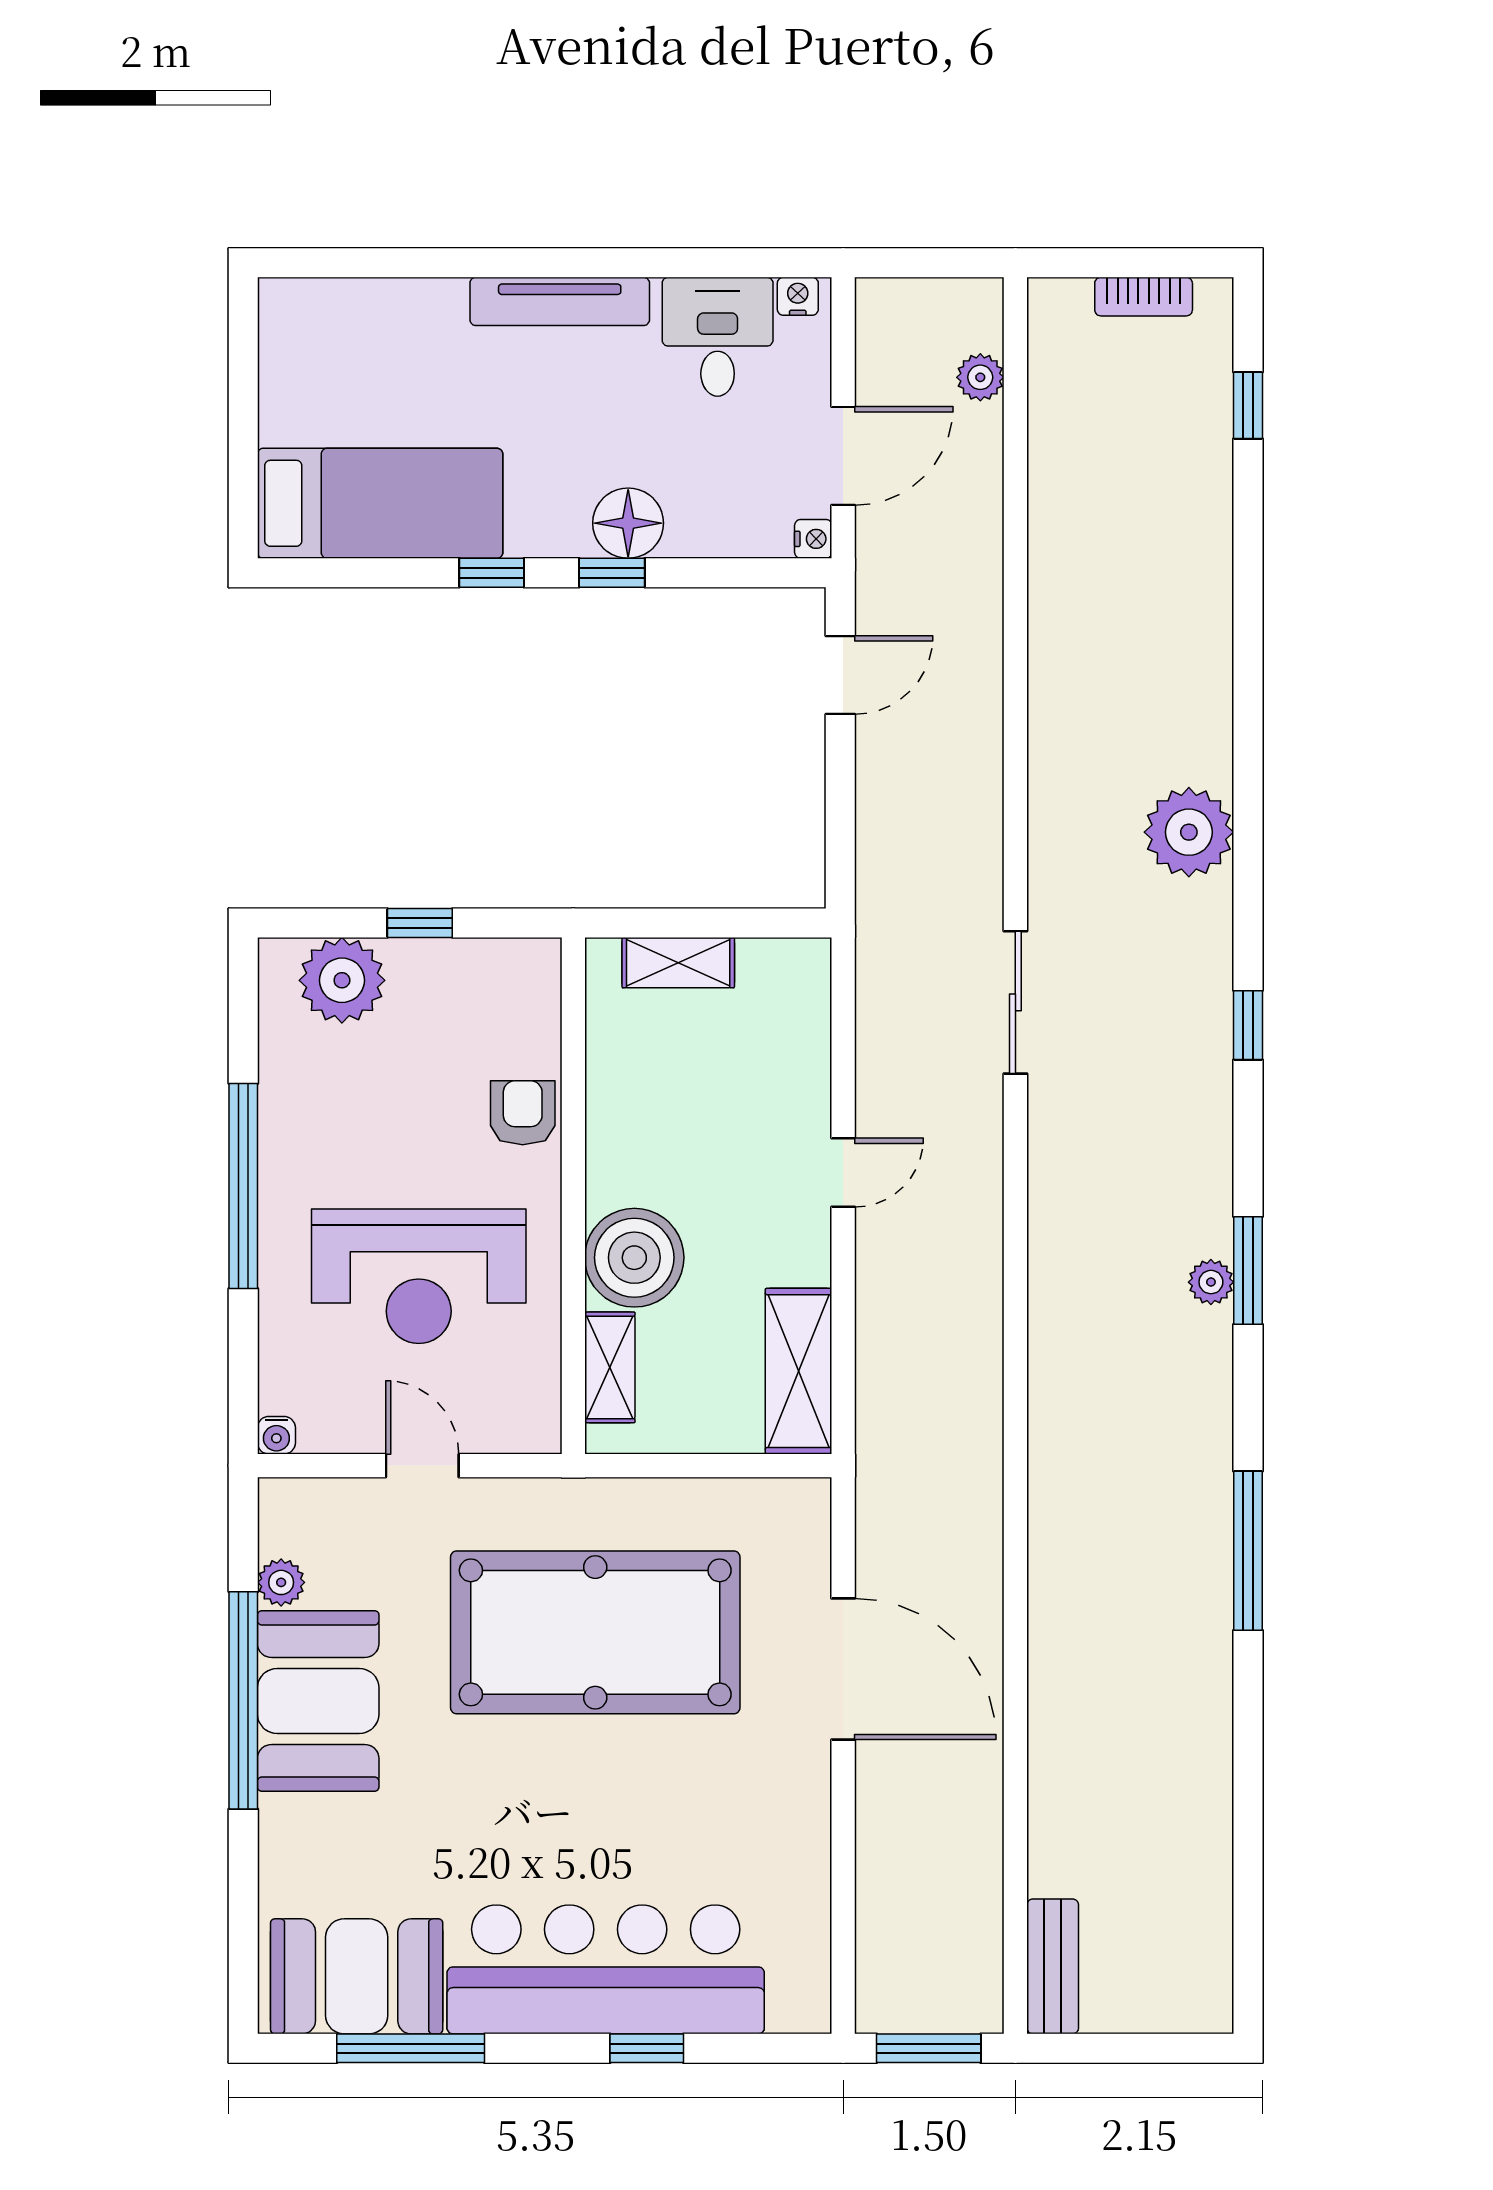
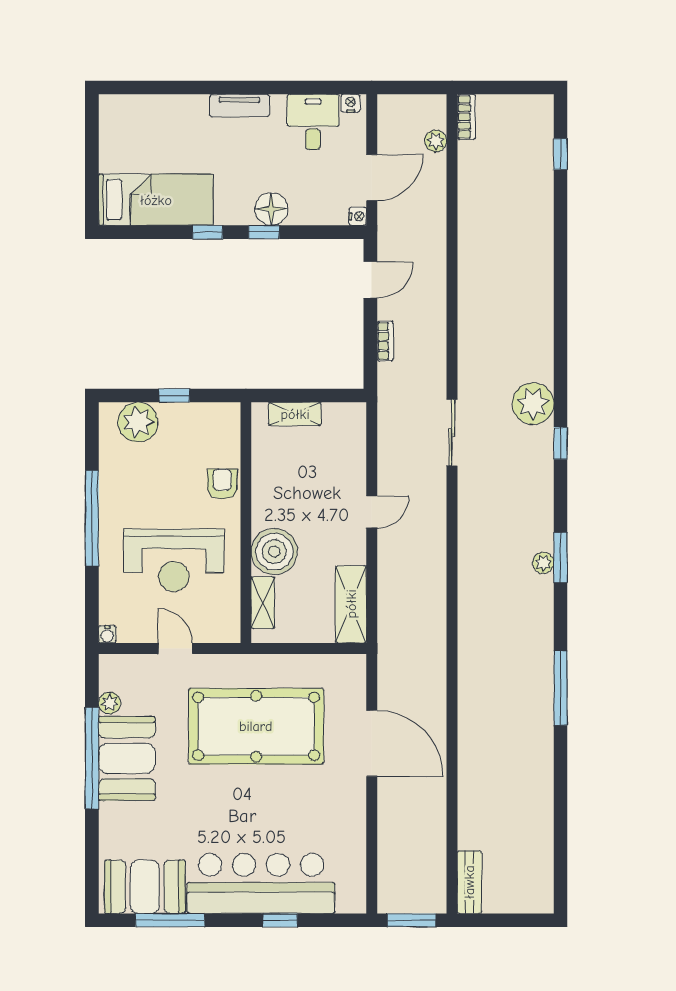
bookcase: (1144, 297) -> (466, 117), moved, turned -90
tv unit: (560, 301) -> (240, 106), width x0.71
bookcase: (872, 806) -> (385, 341), added
plant: (1189, 832) -> (533, 404), moved

